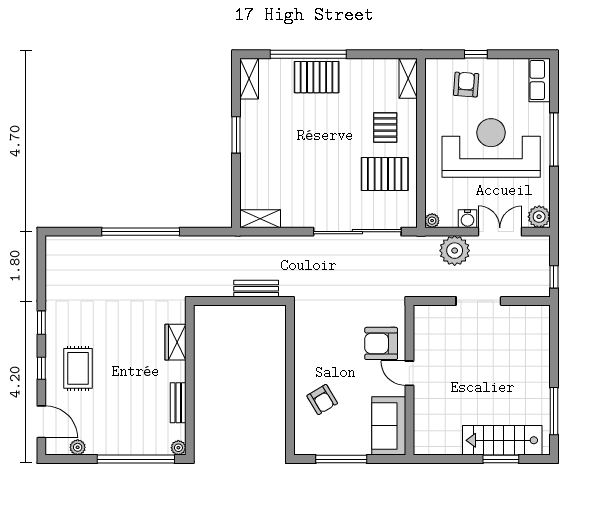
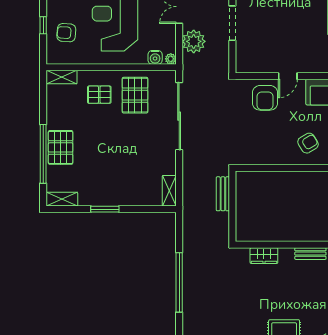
water cooler: (467, 219) -> (155, 57), moved, turned 90

